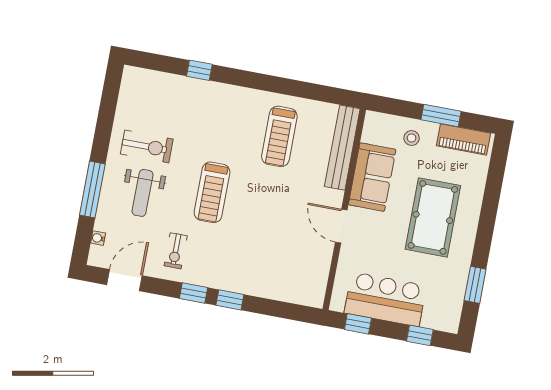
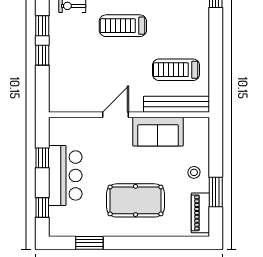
bench: (342, 148) -> (176, 104), moved
sofa: (372, 177) -> (158, 132), moved
wall: (344, 209) -> (129, 115), moved
door: (341, 226) -> (115, 115), moved

